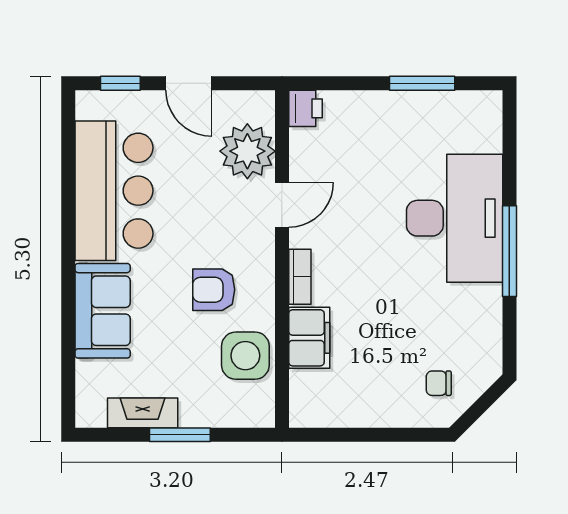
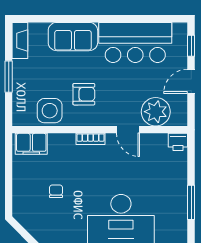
armchair: (214, 290) -> (84, 94), turned 90
filing cabinet: (309, 338) -> (31, 144), moved
chair: (439, 383) -> (56, 191), moved
fireplace: (143, 413) -> (20, 40), moved

